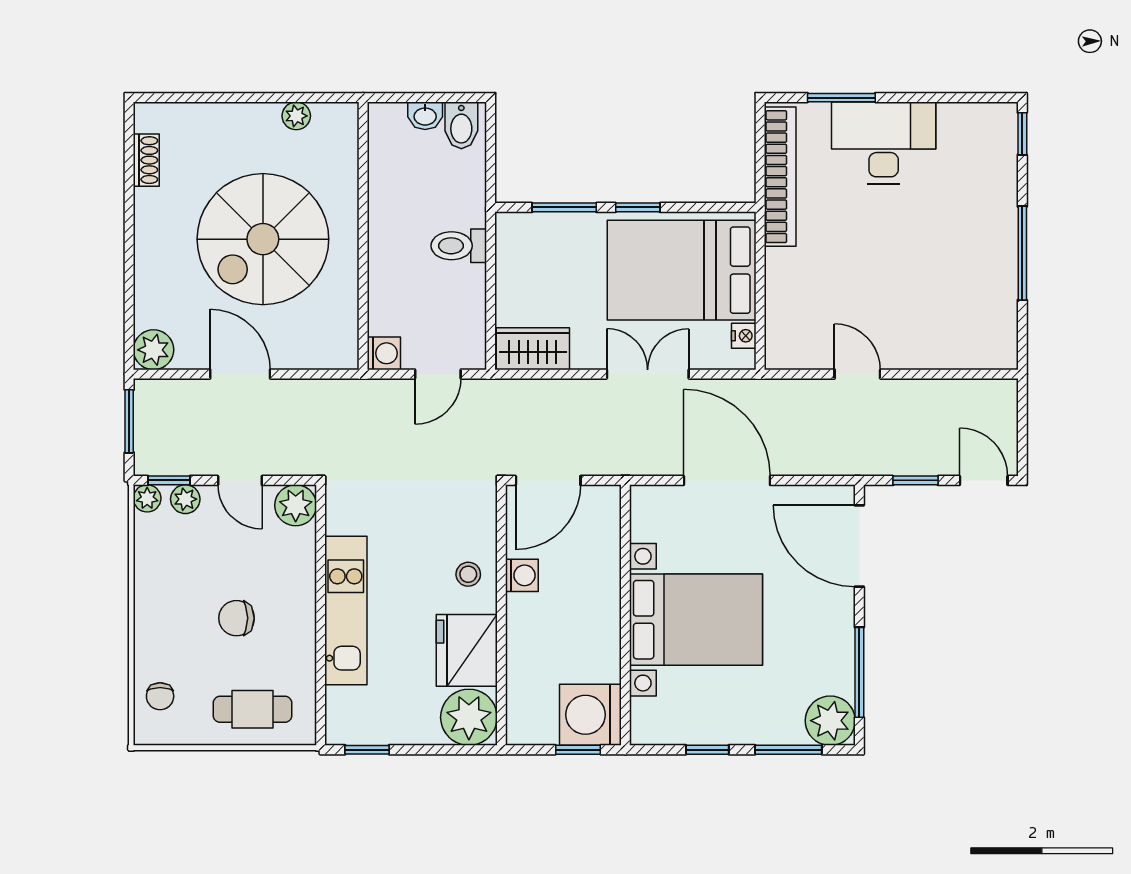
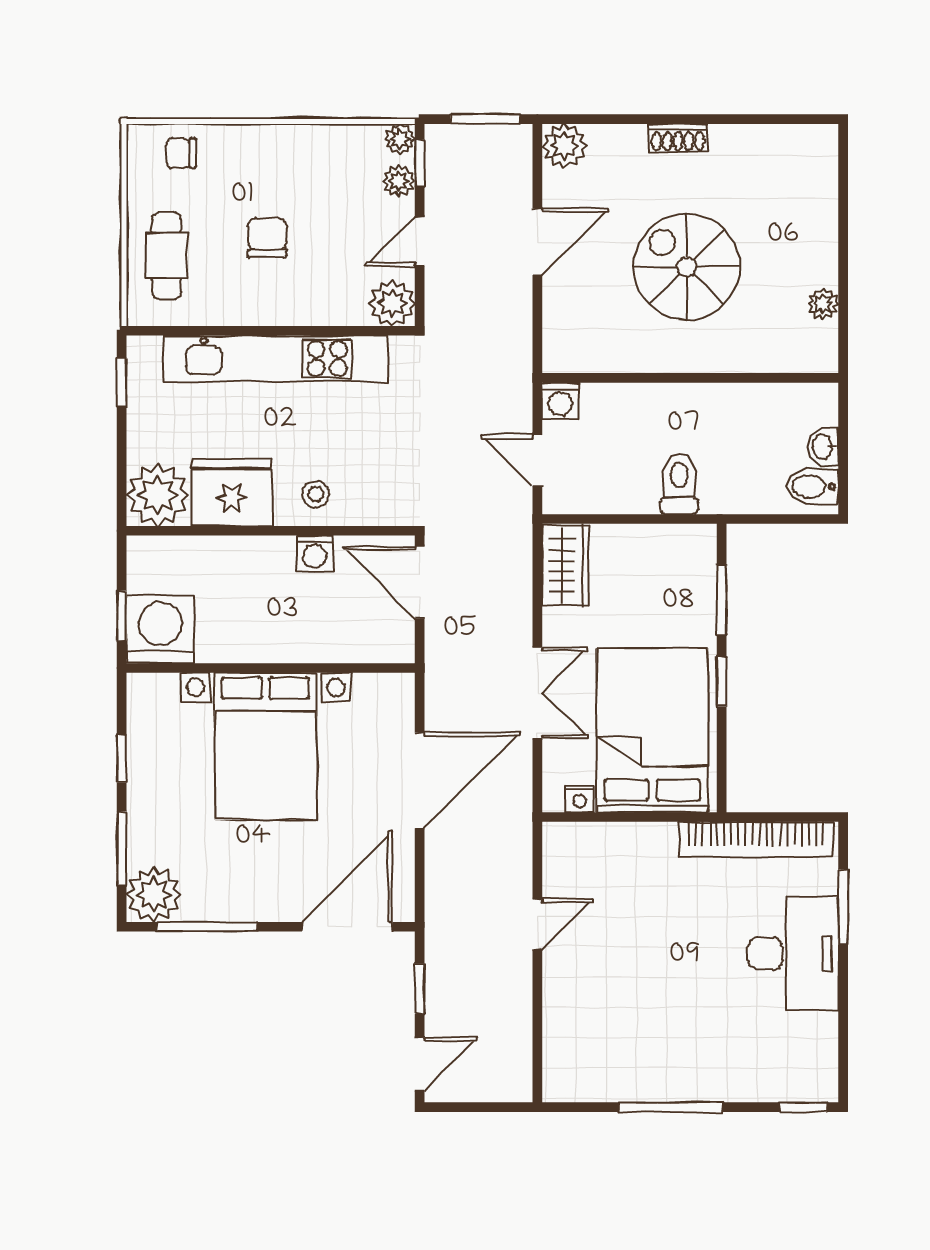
shoe rack: (146, 160) -> (678, 138), moved
spiral stairs: (263, 239) -> (687, 267), width x0.73, depth x0.73
kitchen unit: (346, 611) -> (276, 359), width x1.36

